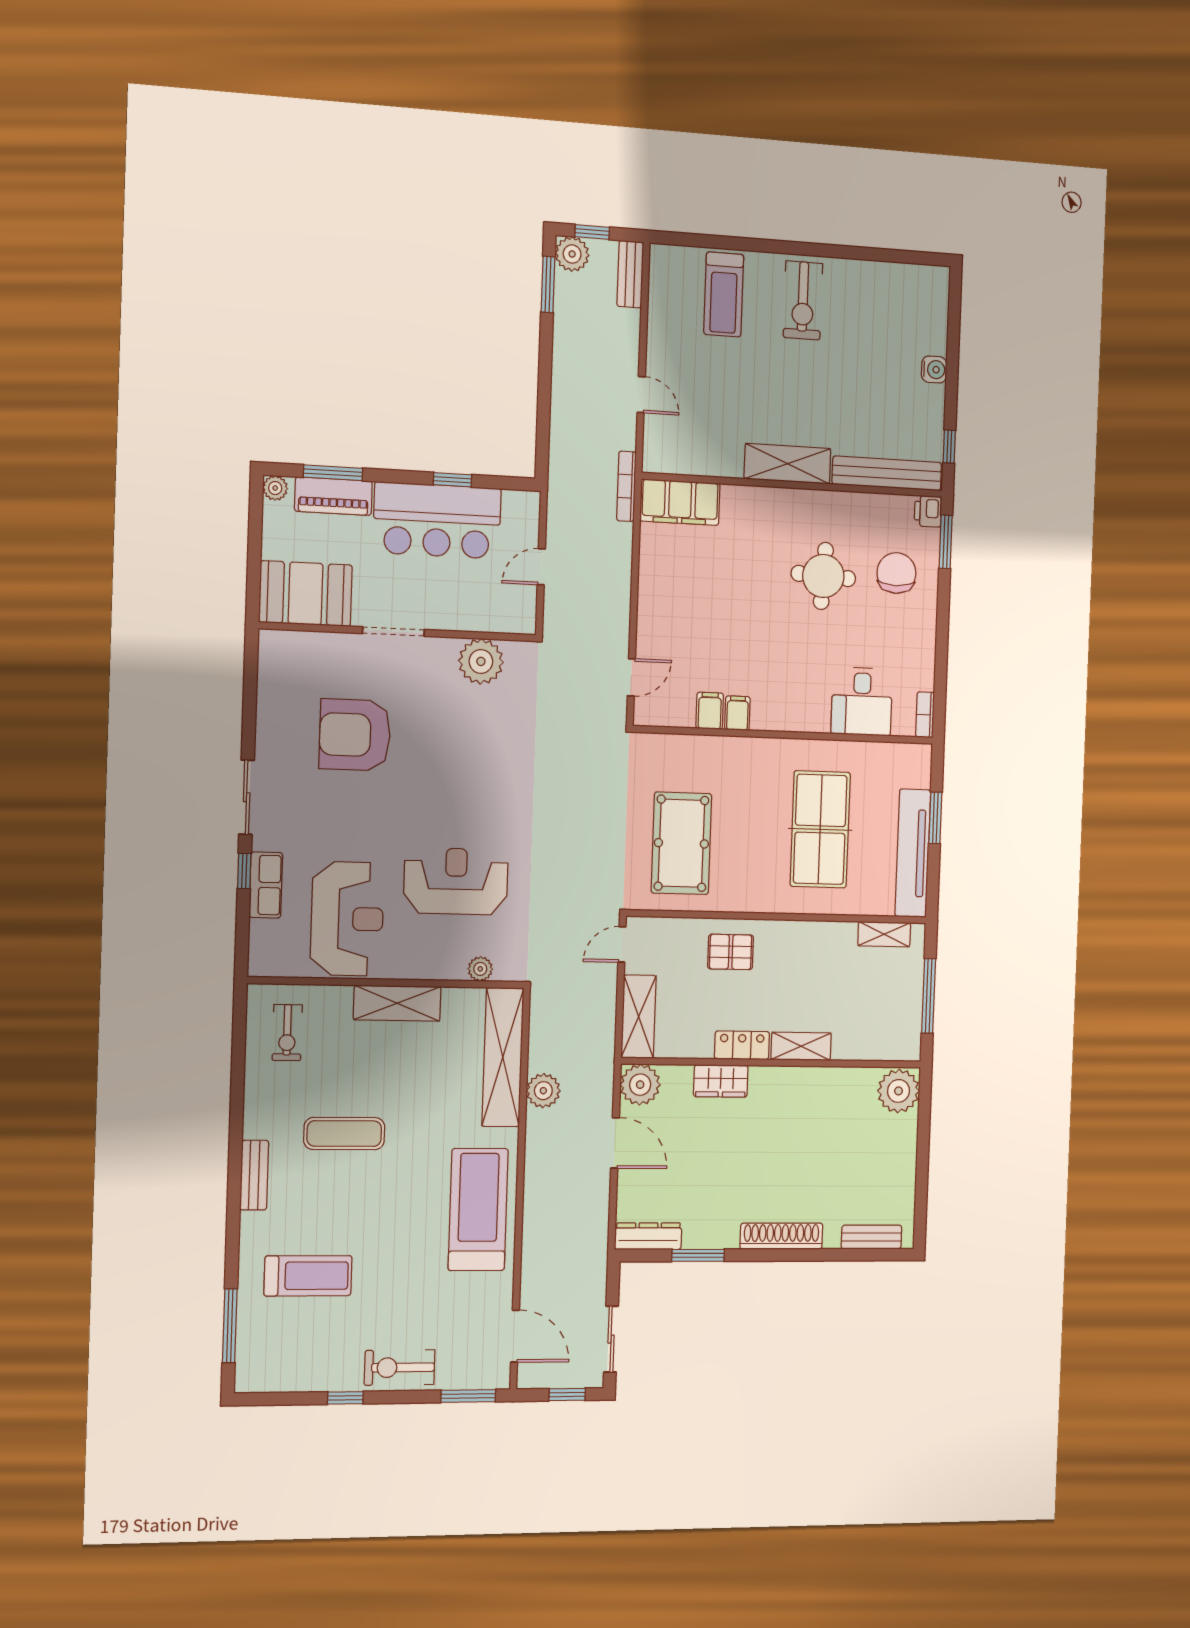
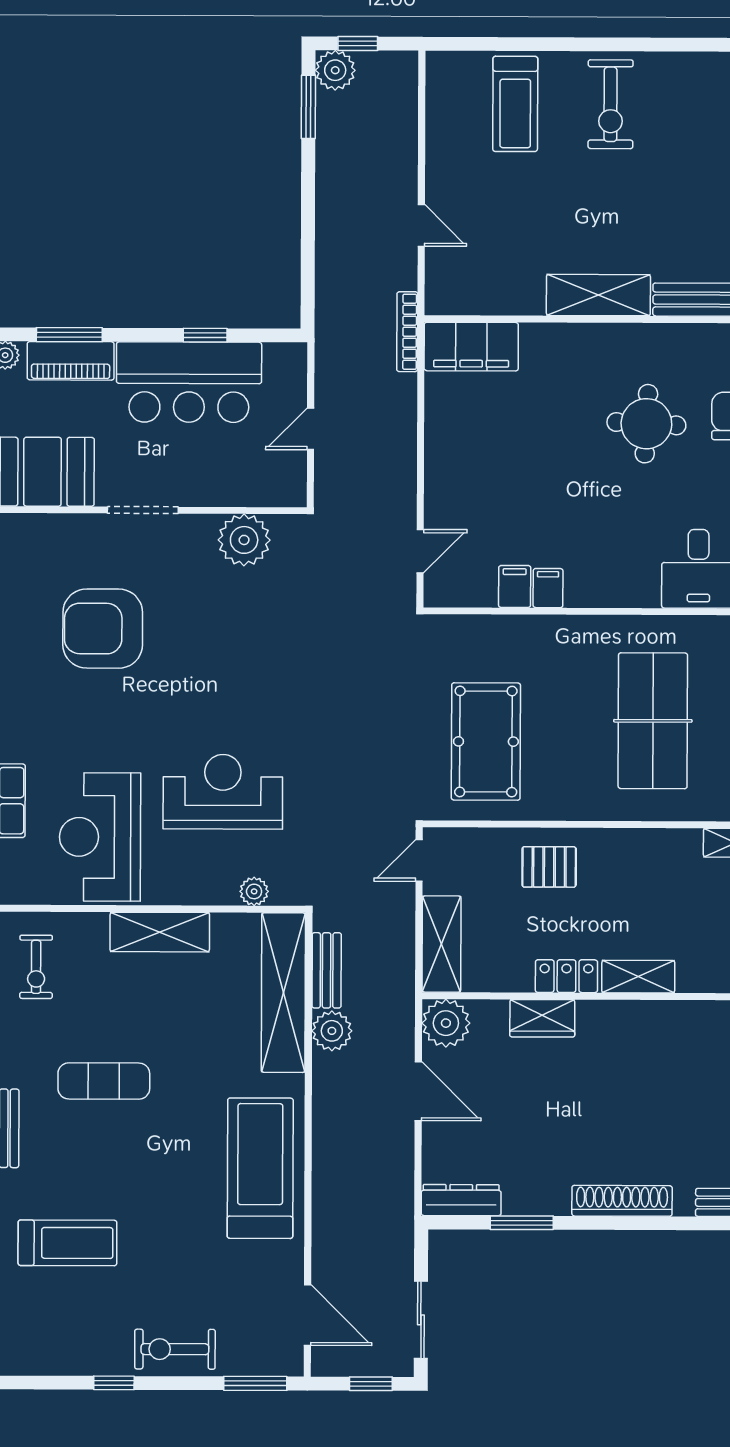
bench: (630, 274) -> (327, 970), moved
reception desk: (347, 919) -> (100, 837), turned 180

